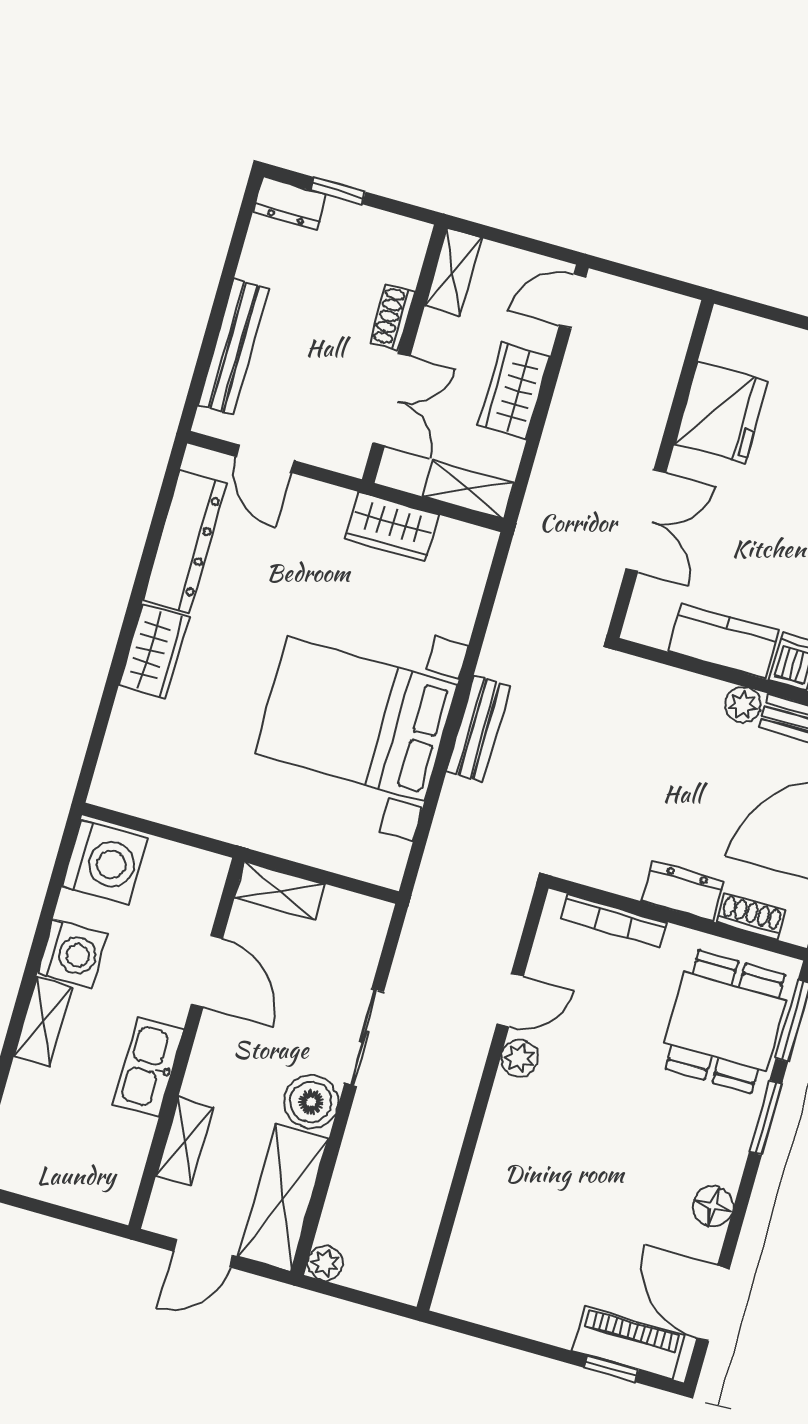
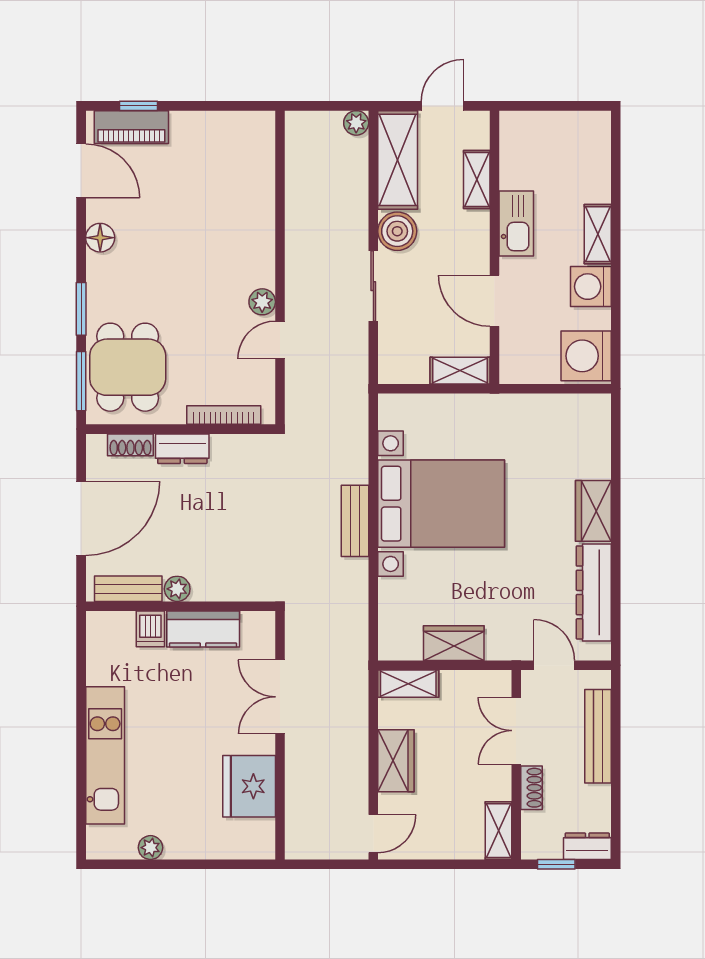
shelving: (453, 272) -> (499, 831), moved
shoe rack: (392, 317) -> (532, 788), moved
wall: (404, 354) -> (516, 765), moved
double door: (391, 400) -> (516, 731), moved

